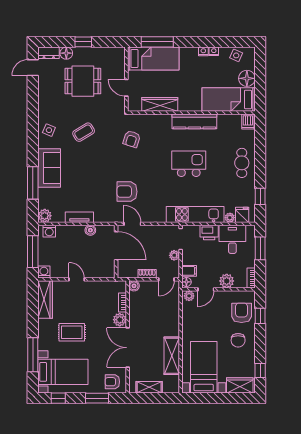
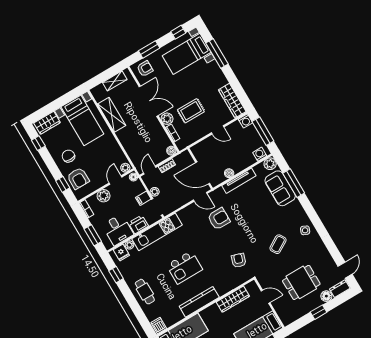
sofa: (49, 168) -> (280, 188), moved
tv unit: (79, 217) -> (239, 181), width x1.41
filing cabinet: (189, 271) -> (143, 198), moved
rug: (72, 332) -> (191, 111), moved

